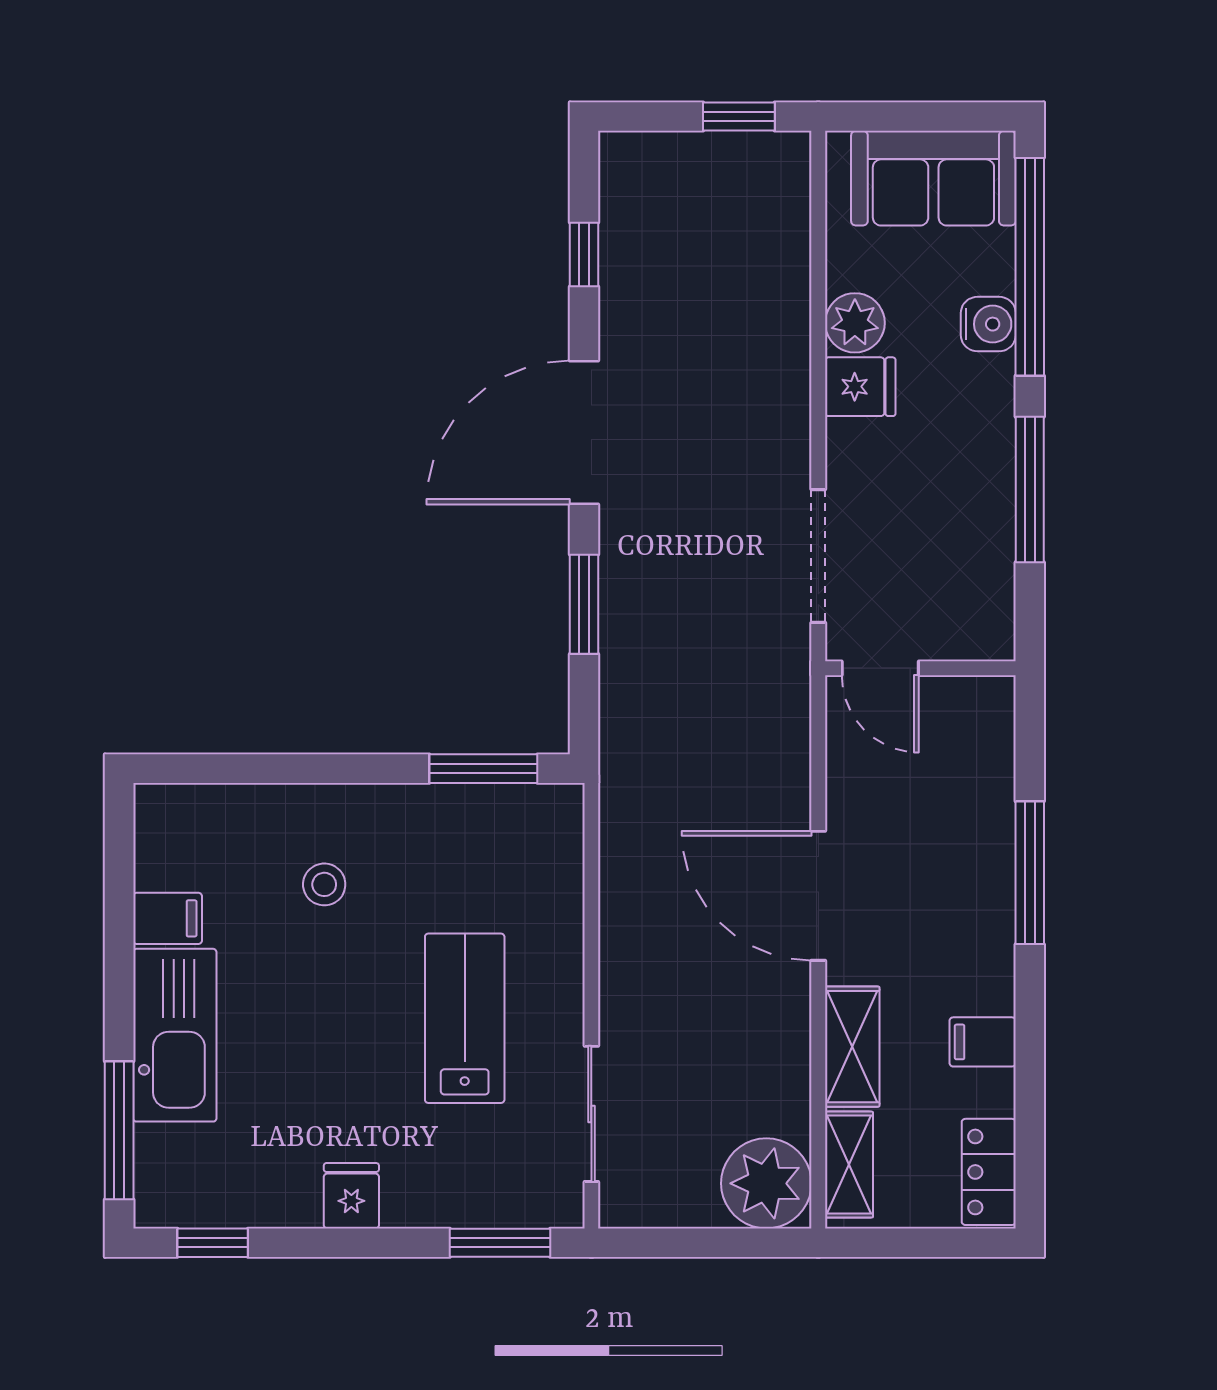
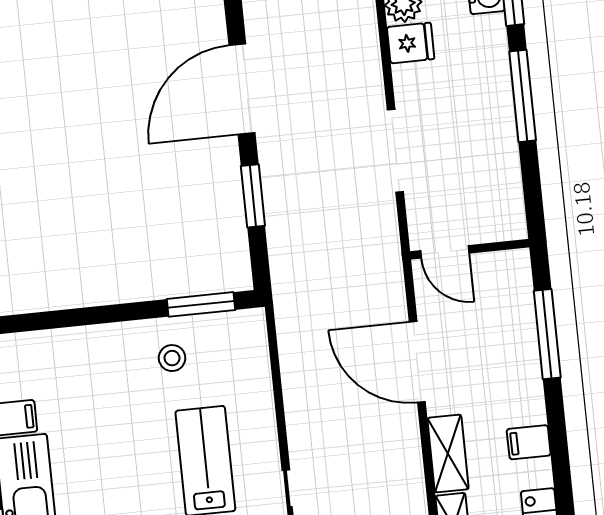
door: (880, 668) -> (445, 252), moved
wall: (920, 668) -> (470, 249), moved
stool: (324, 884) -> (172, 358), moved

